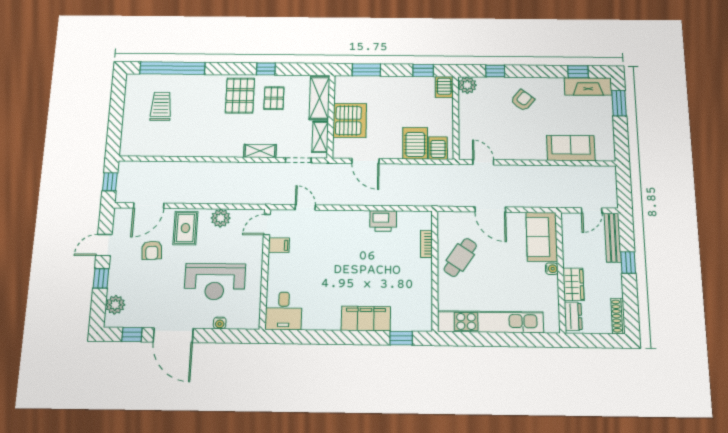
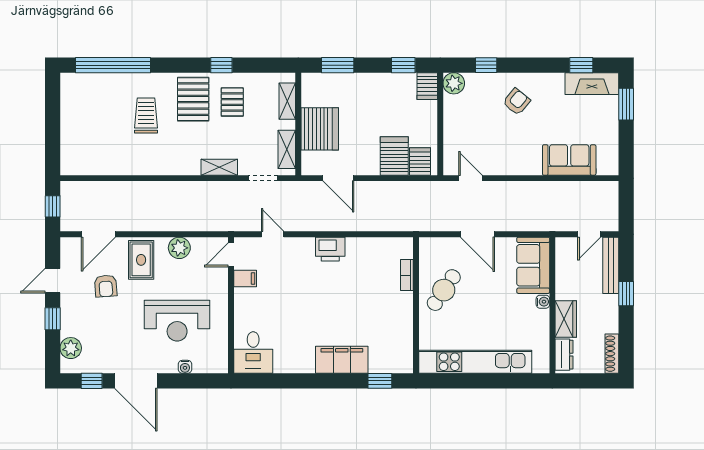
shelving: (319, 98) -> (287, 101), width x0.67, depth x0.75
trolley: (161, 106) -> (146, 115), moved
printer: (383, 221) -> (330, 249), moved

